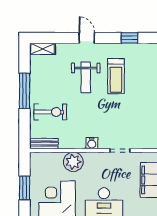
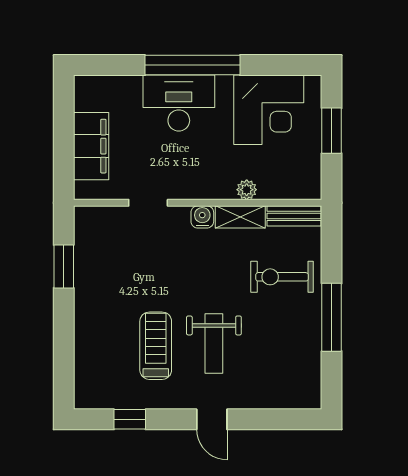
shelving: (43, 49) -> (240, 217), moved
weight bench: (86, 77) -> (214, 343), turned 180
plant: (73, 162) -> (247, 190), width x0.53, depth x0.53

